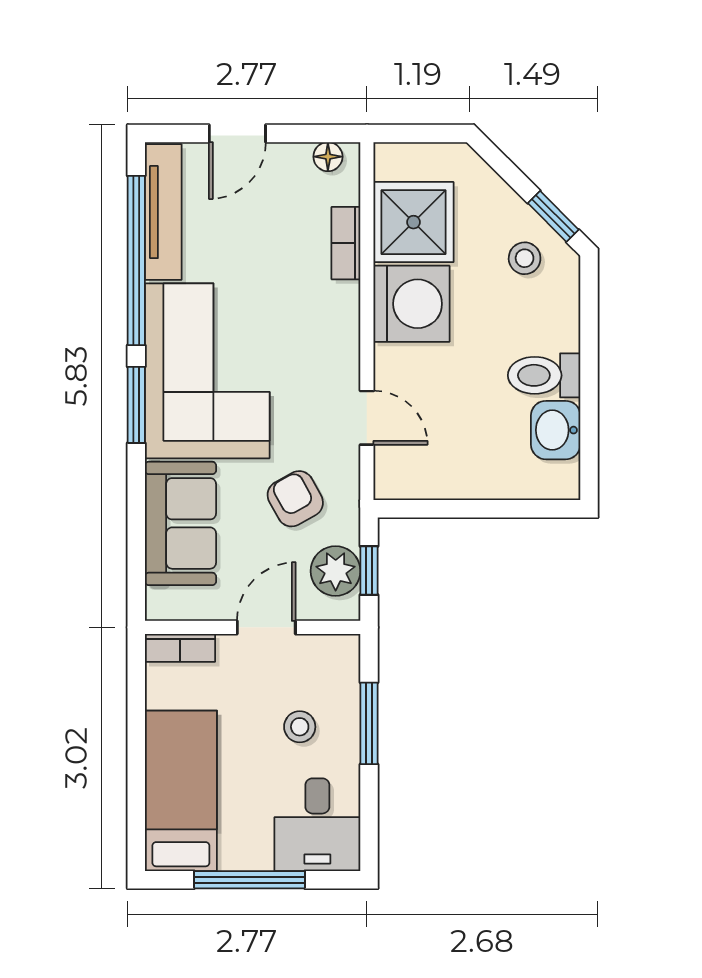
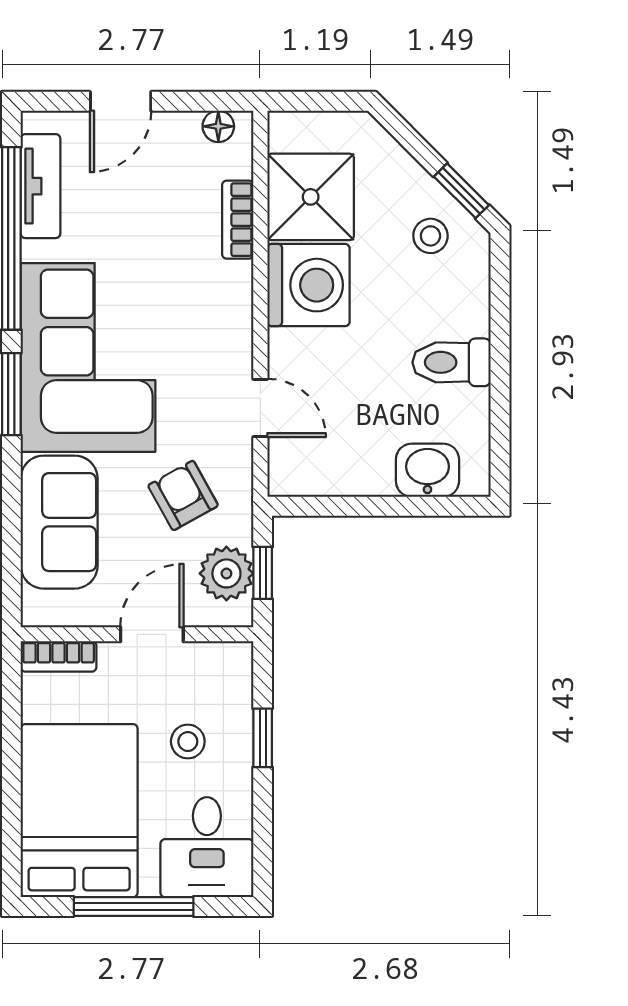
tv unit: (163, 212) -> (40, 186), width x0.71
washbasin: (556, 430) -> (427, 470), moved, turned 90
window: (369, 723) -> (263, 738), width x0.67
bed: (181, 791) -> (79, 811), width x1.50

